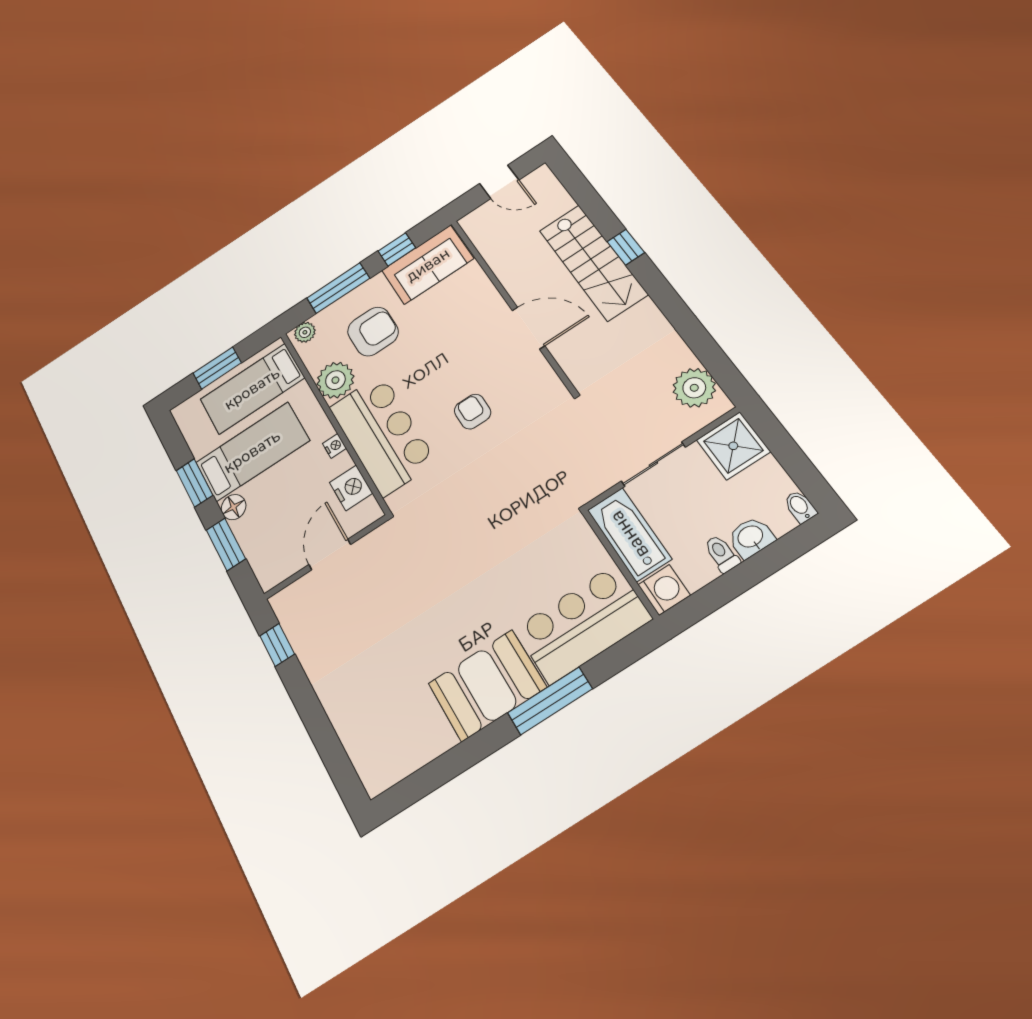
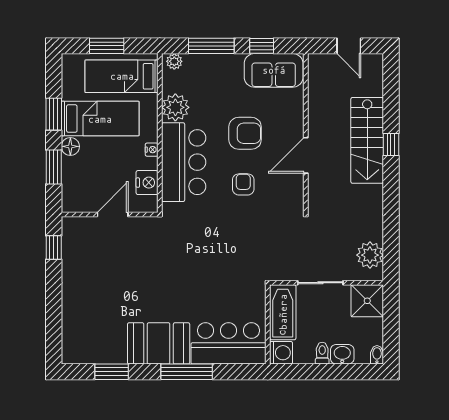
door: (528, 328) -> (306, 155), swing flipped
armchair: (373, 331) -> (245, 133), moved
window: (446, 767) -> (112, 372), added

